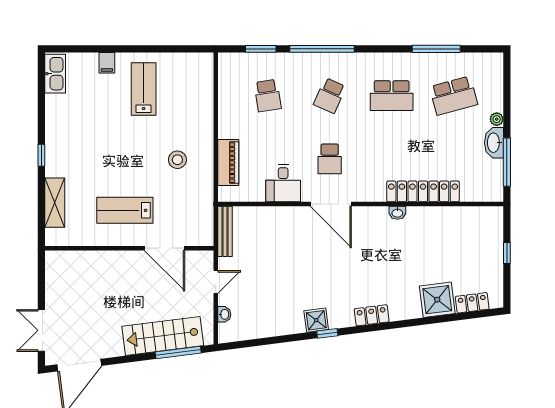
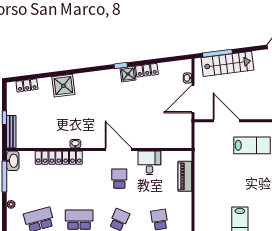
washbasin: (494, 143) -> (13, 161), moved
stool: (177, 160) -> (218, 178), removed
bench: (225, 231) -> (11, 132), moved
door: (216, 282) -> (193, 99), width x1.87
shower: (437, 300) -> (63, 86), moved
locker: (372, 315) -> (147, 70), moved

